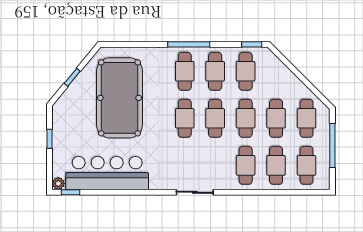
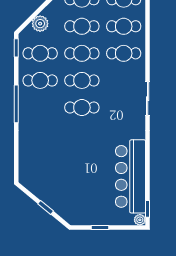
cafe table: (185, 71) -> (40, 108), removed
plant: (279, 71) -> (40, 24), added
pool table: (119, 98) -> (64, 165), removed

